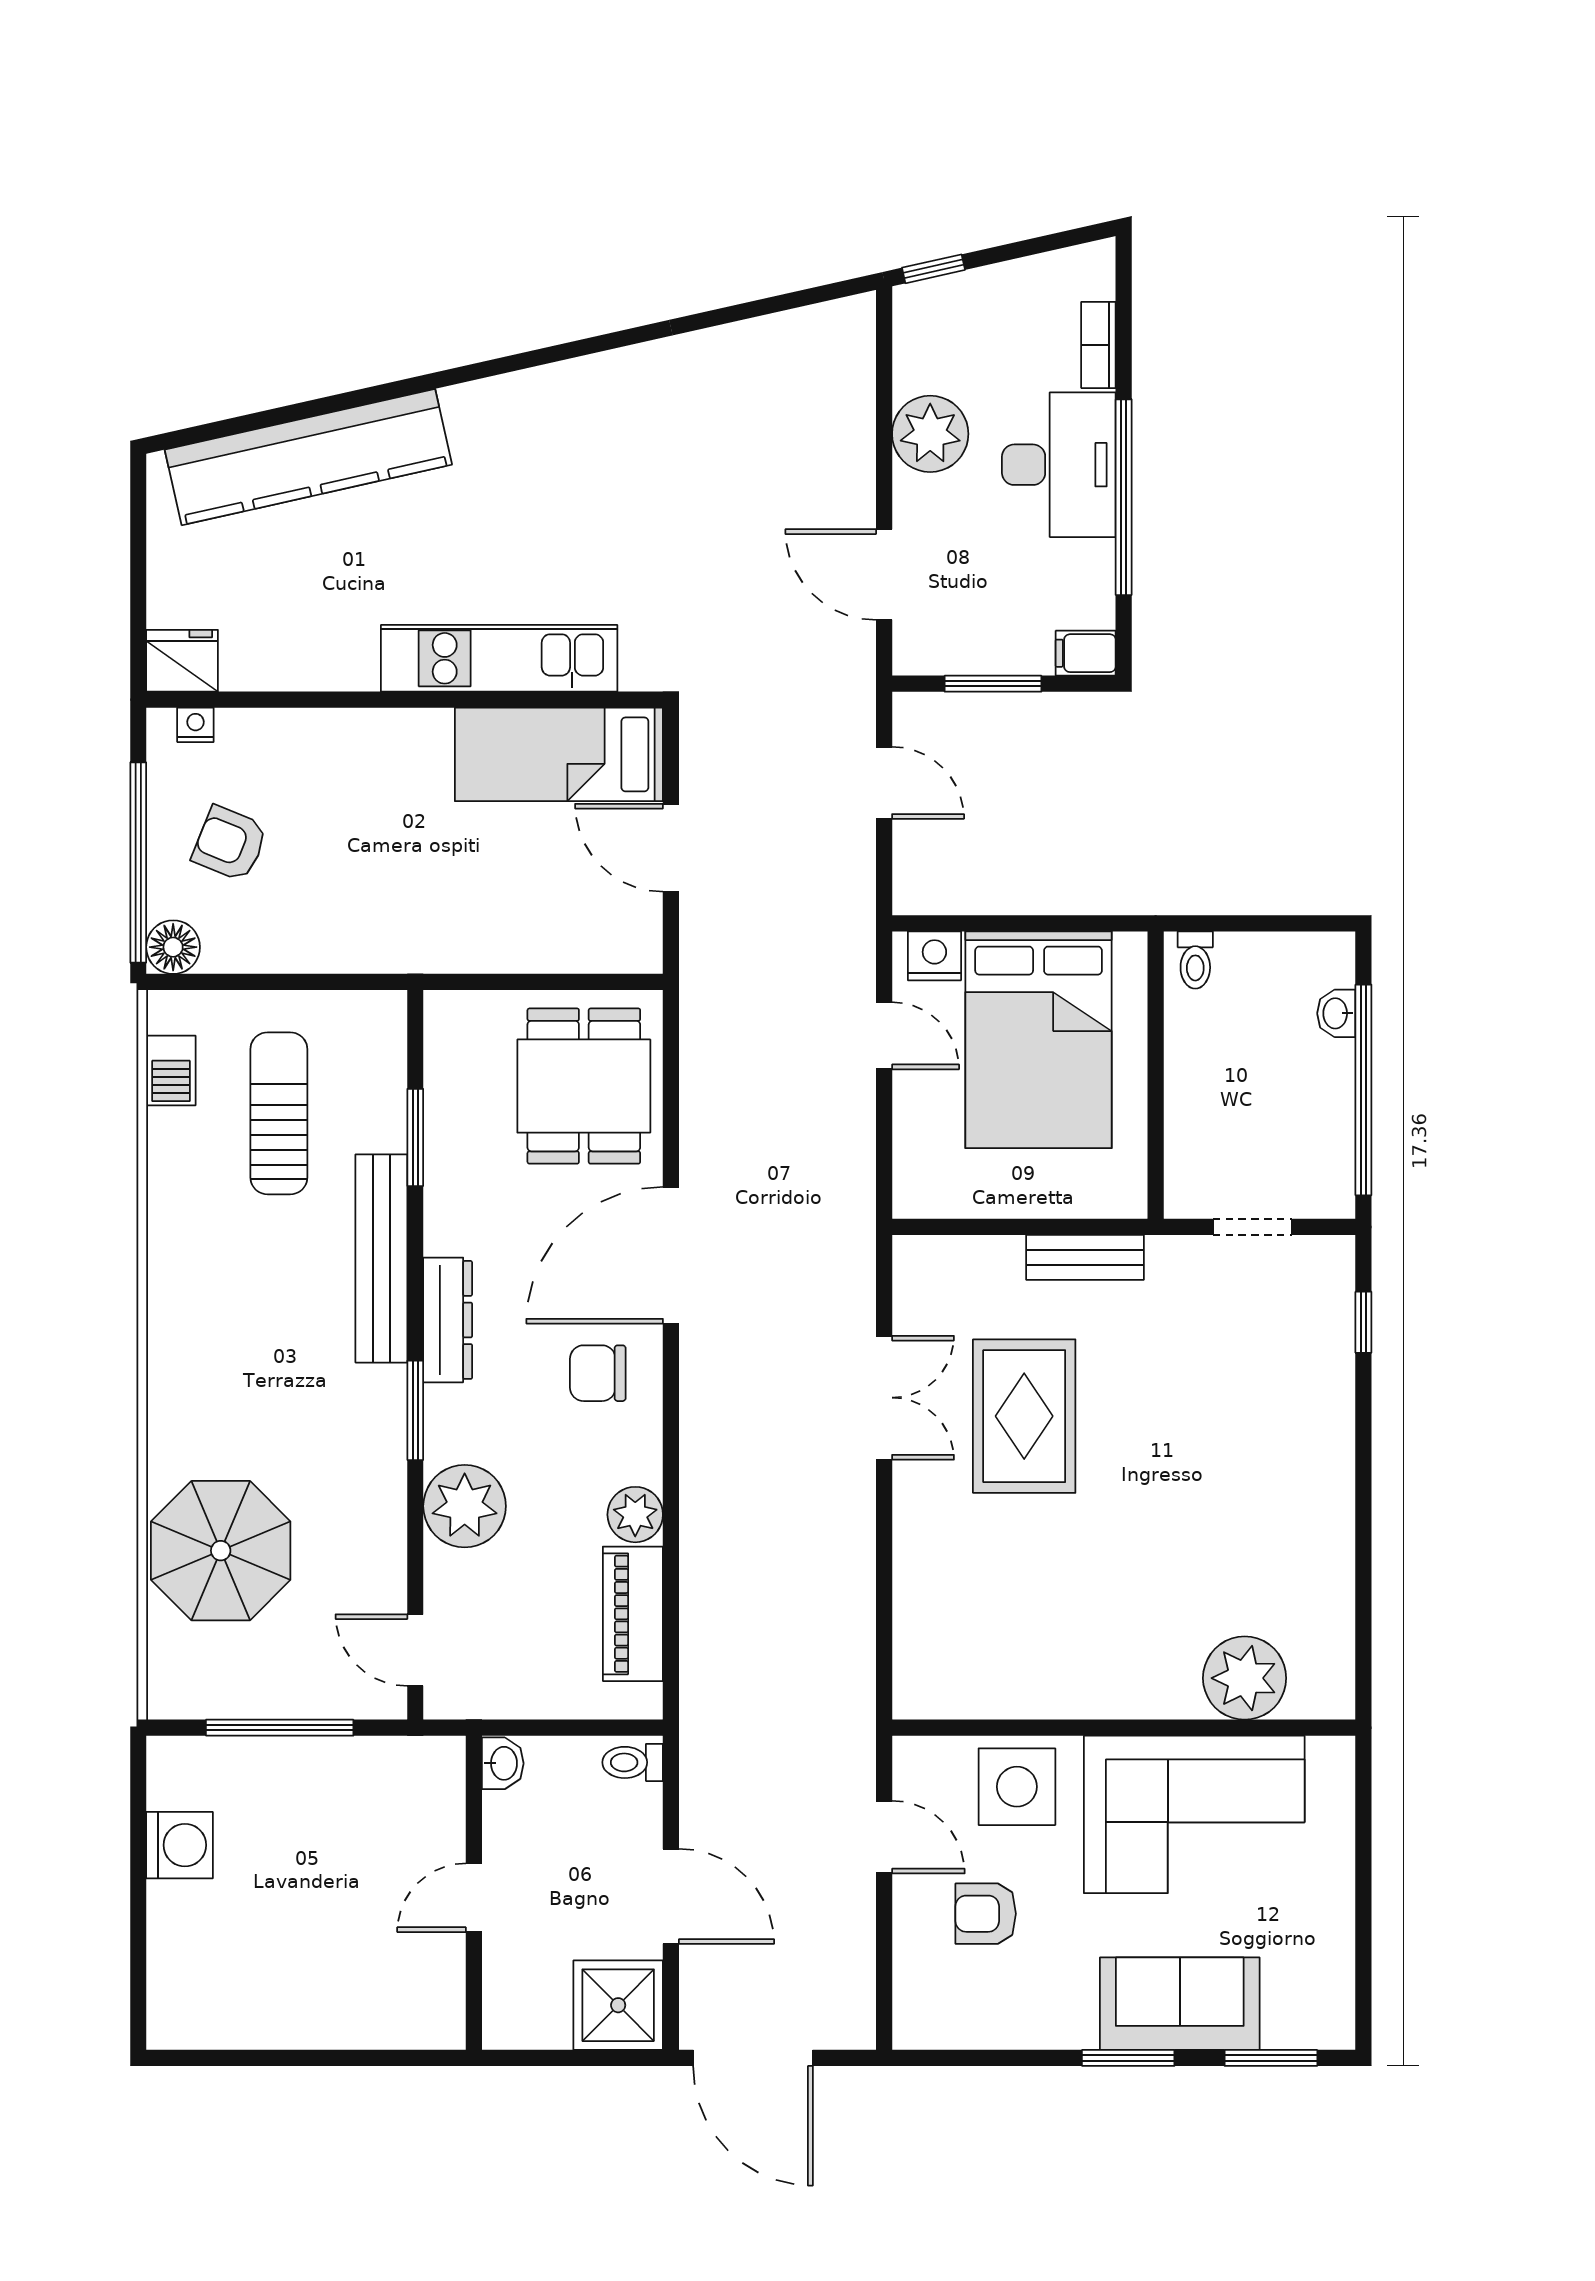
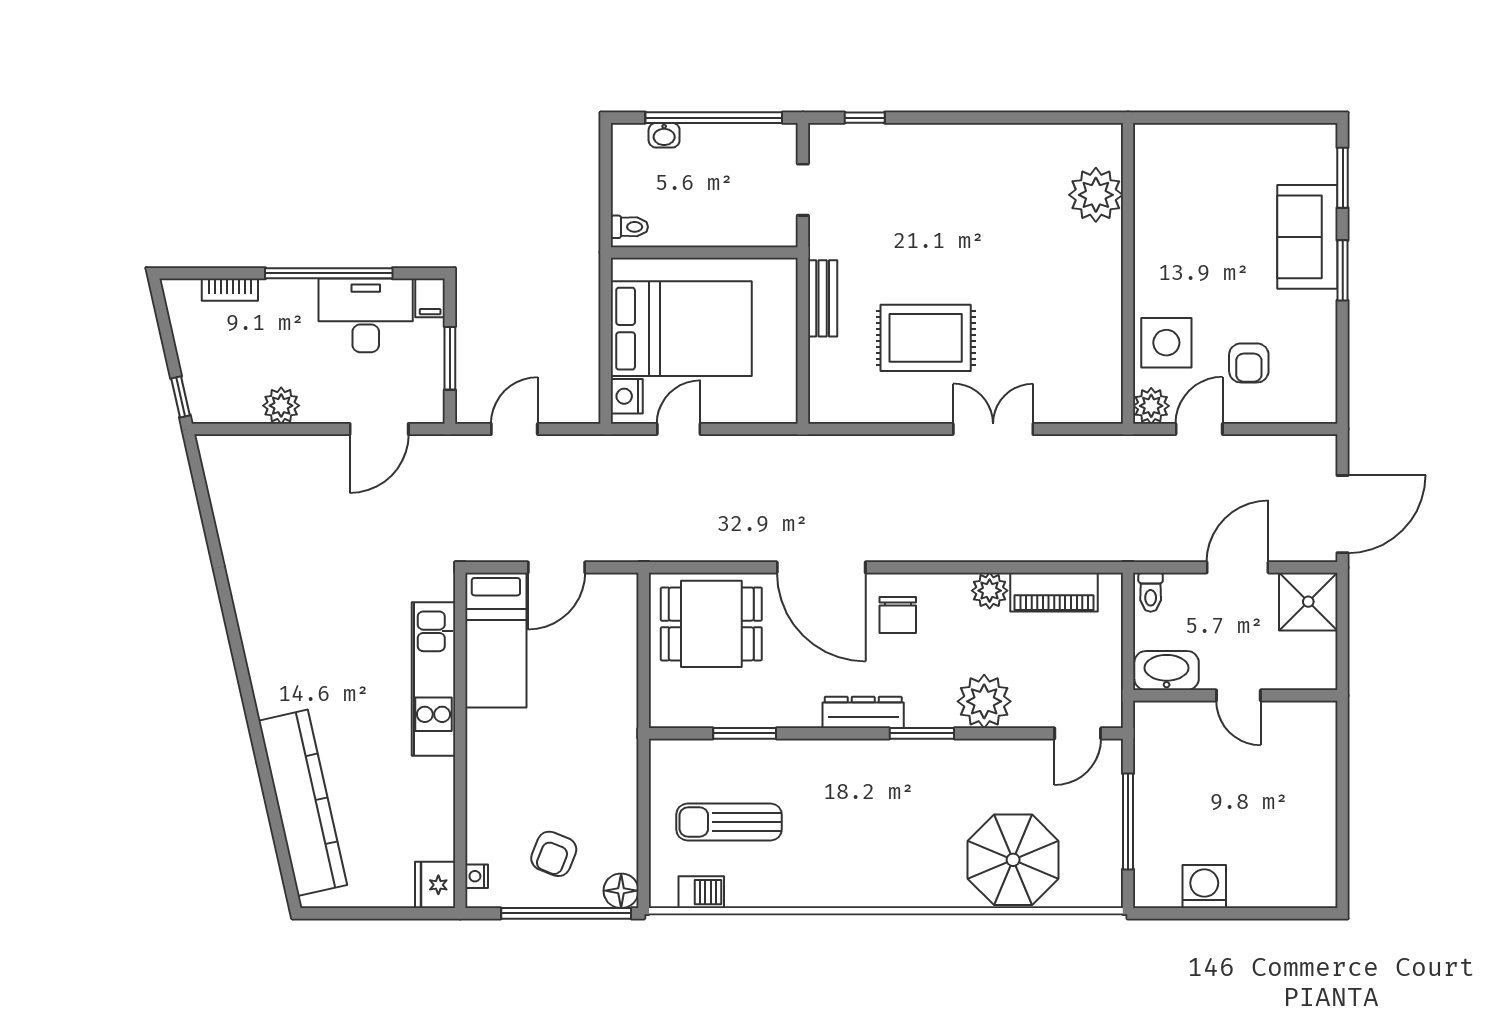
plant: (930, 434) -> (281, 406), width x0.73, depth x0.73
desk: (1059, 465) -> (366, 315), moved
bench: (381, 1258) -> (823, 755), removed
double door: (884, 1398) -> (993, 429), moved
washbasin: (503, 1763) -> (1167, 671), width x1.91, depth x1.45
plant: (920, 1763) -> (1151, 406), added
corner sofa: (1194, 1814) -> (1184, 228), removed

